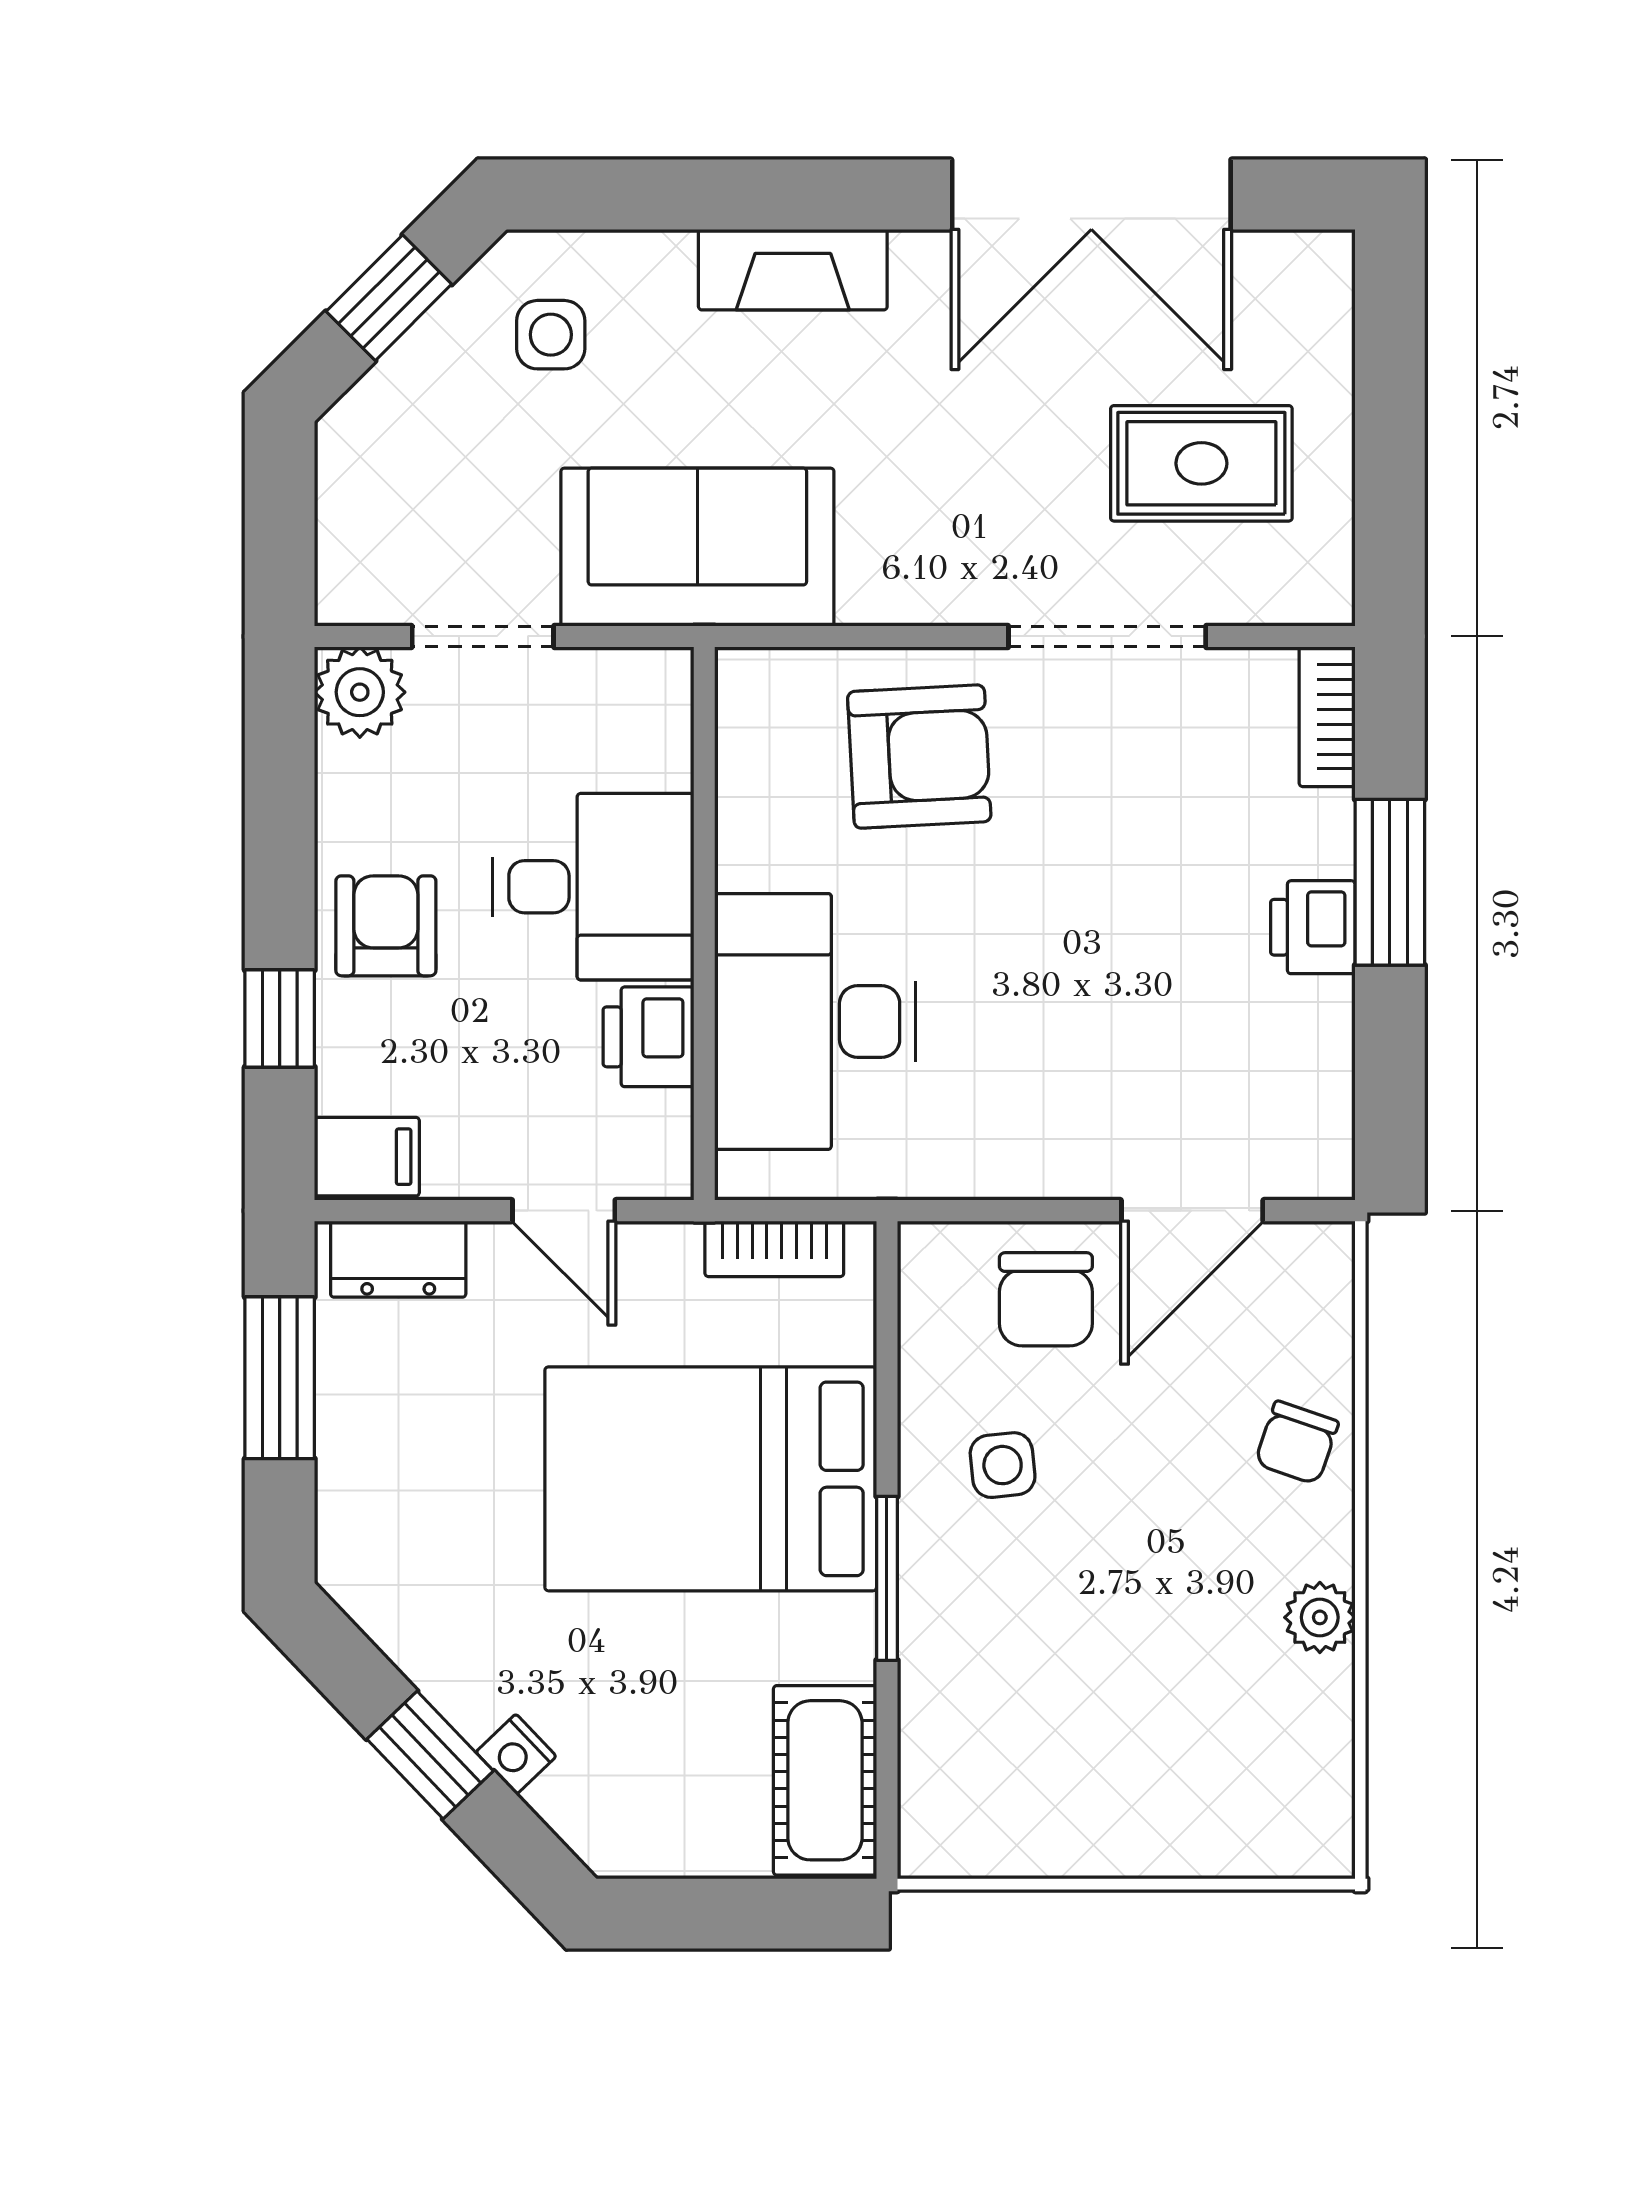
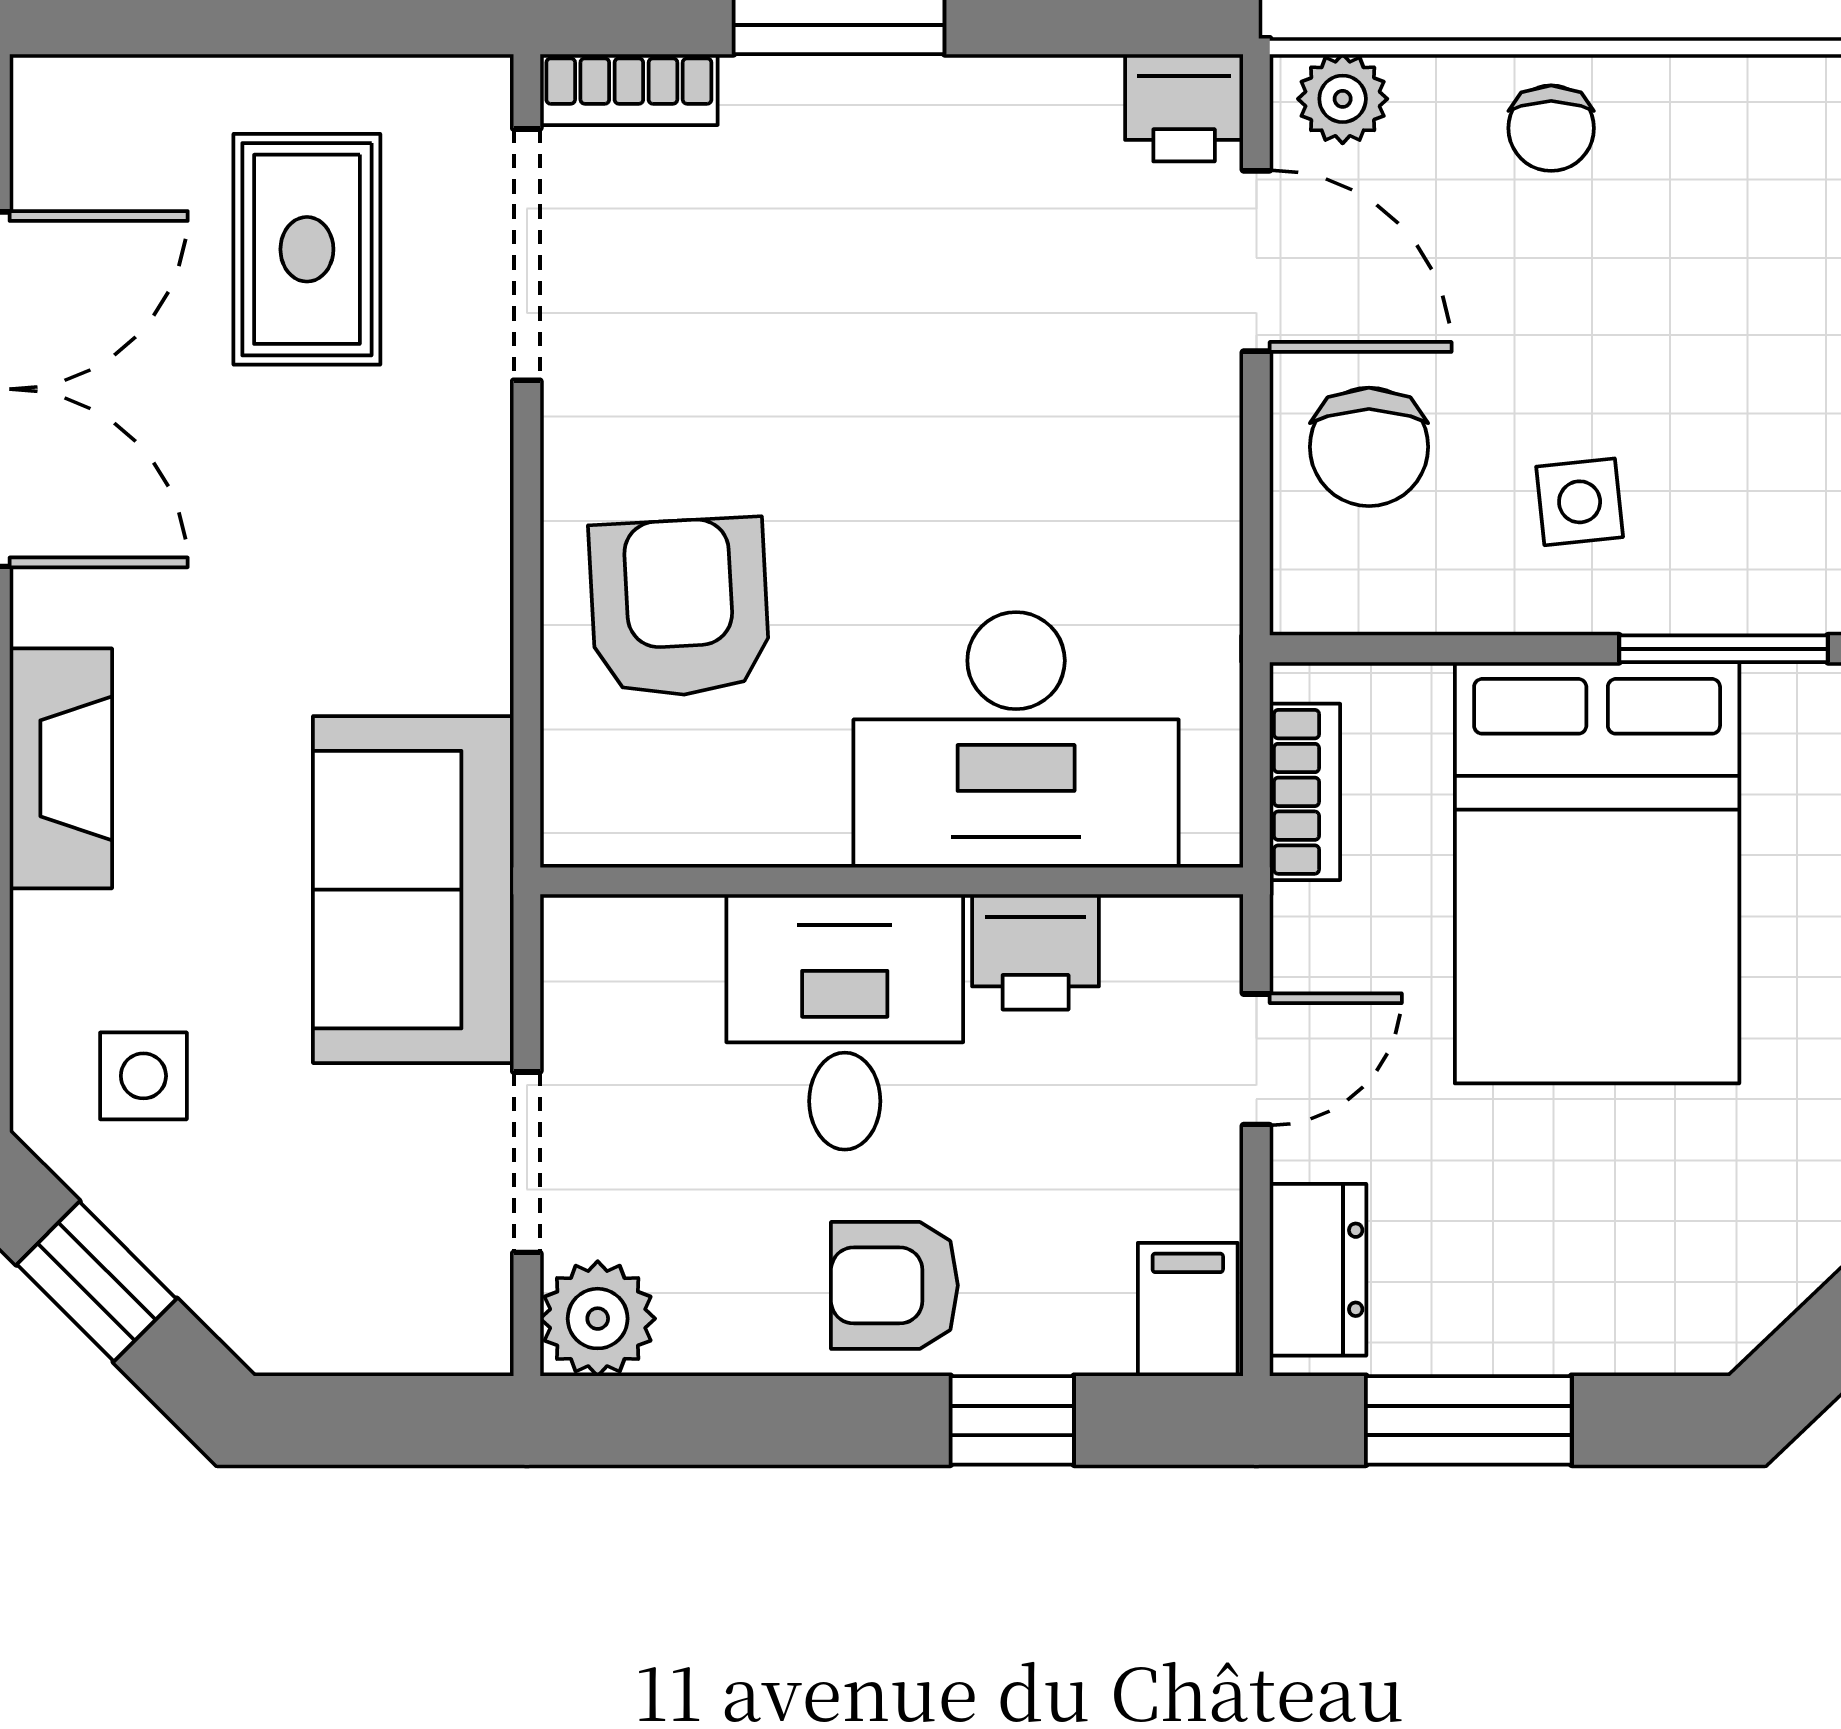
doorway: (1107, 636) -> (527, 255), moved
printer: (1313, 927) -> (1184, 108), moved
chair: (1046, 1299) -> (1369, 447), turned 90
chair: (1297, 1443) -> (1551, 128), turned 71
plant: (1320, 1617) -> (1343, 99), moved

